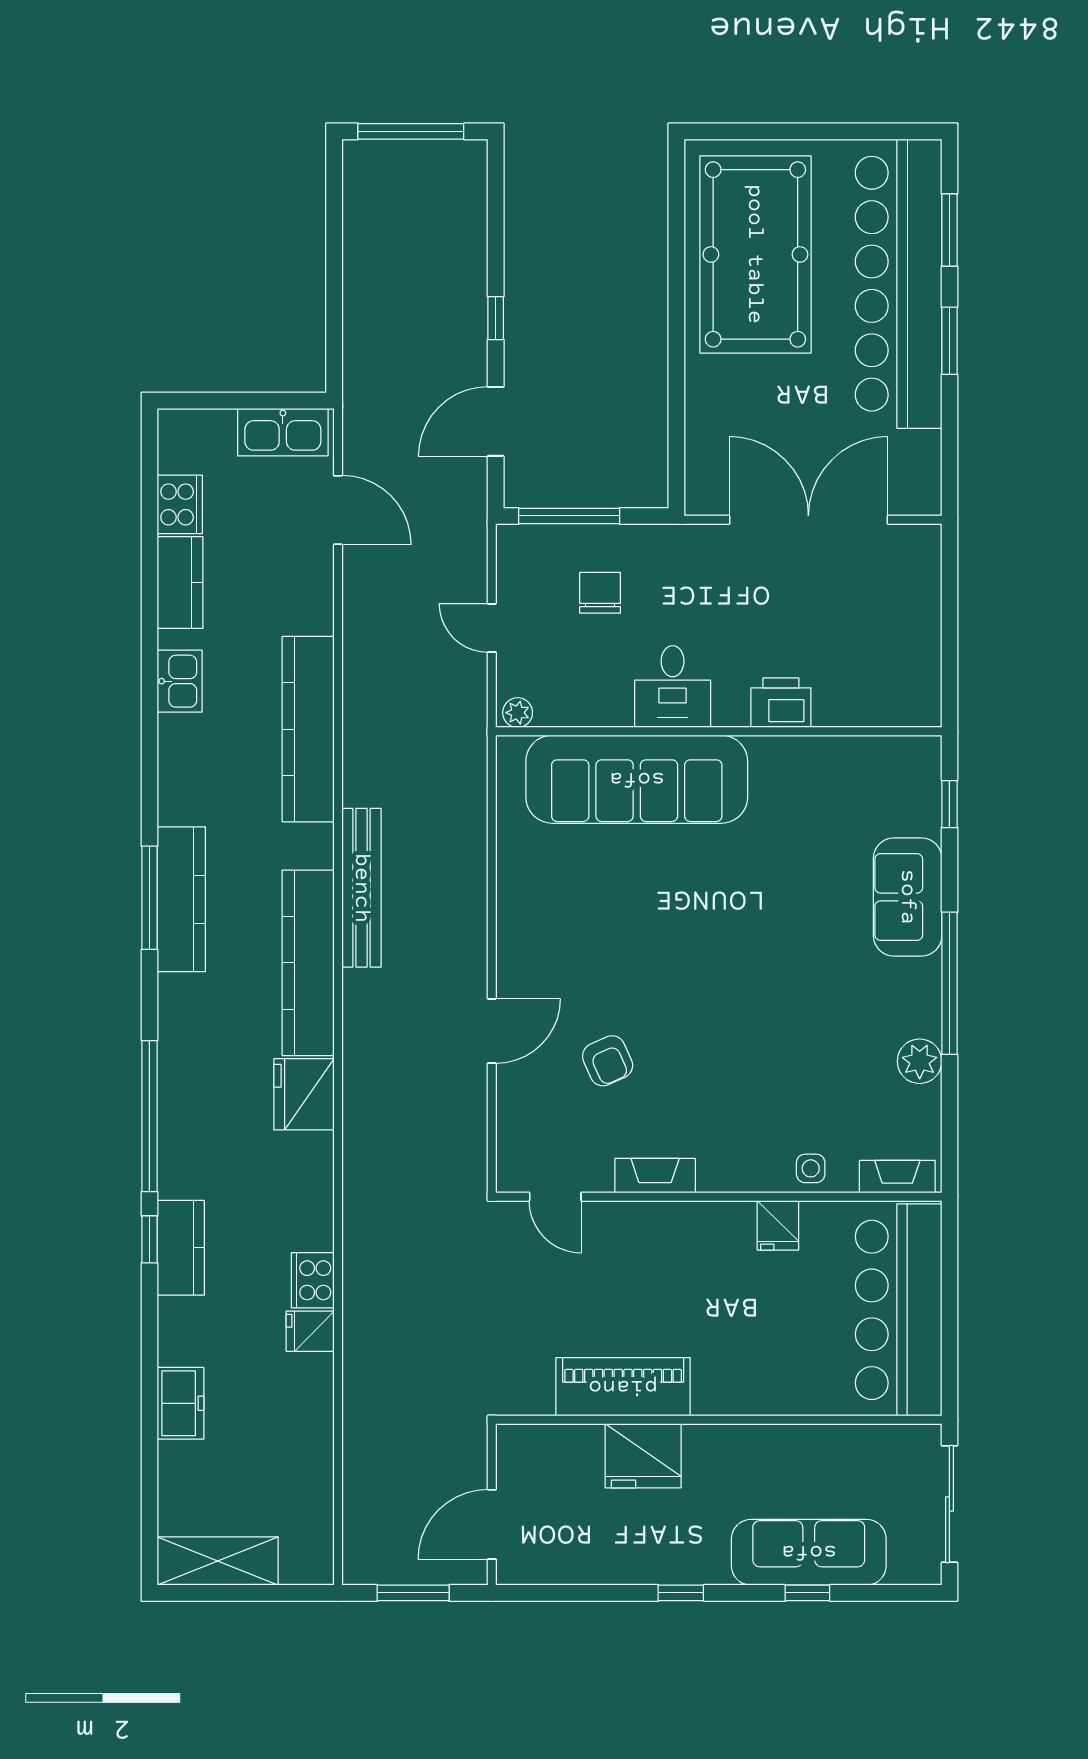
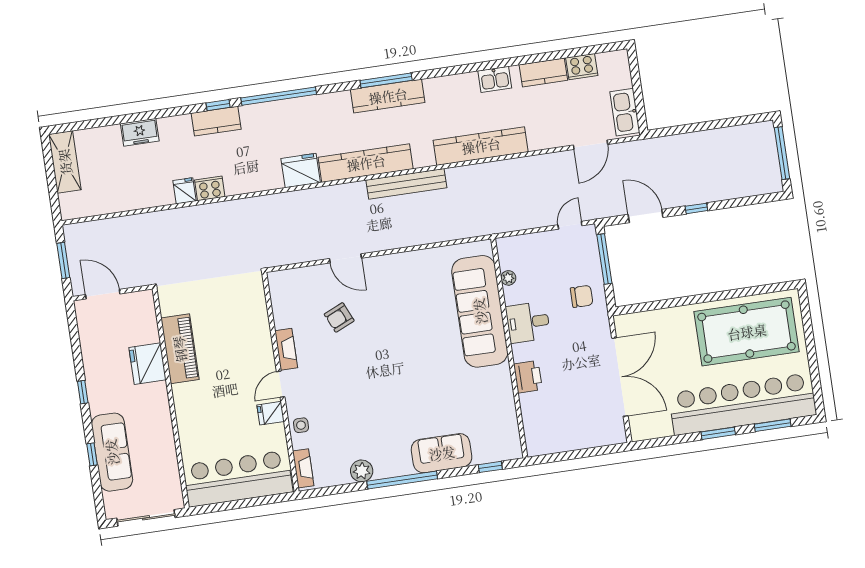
chair: (600, 593) -> (582, 296), moved
door: (492, 628) -> (570, 225), moved
plant: (518, 713) -> (508, 278), moved
door: (555, 1197) -> (281, 384), moved

